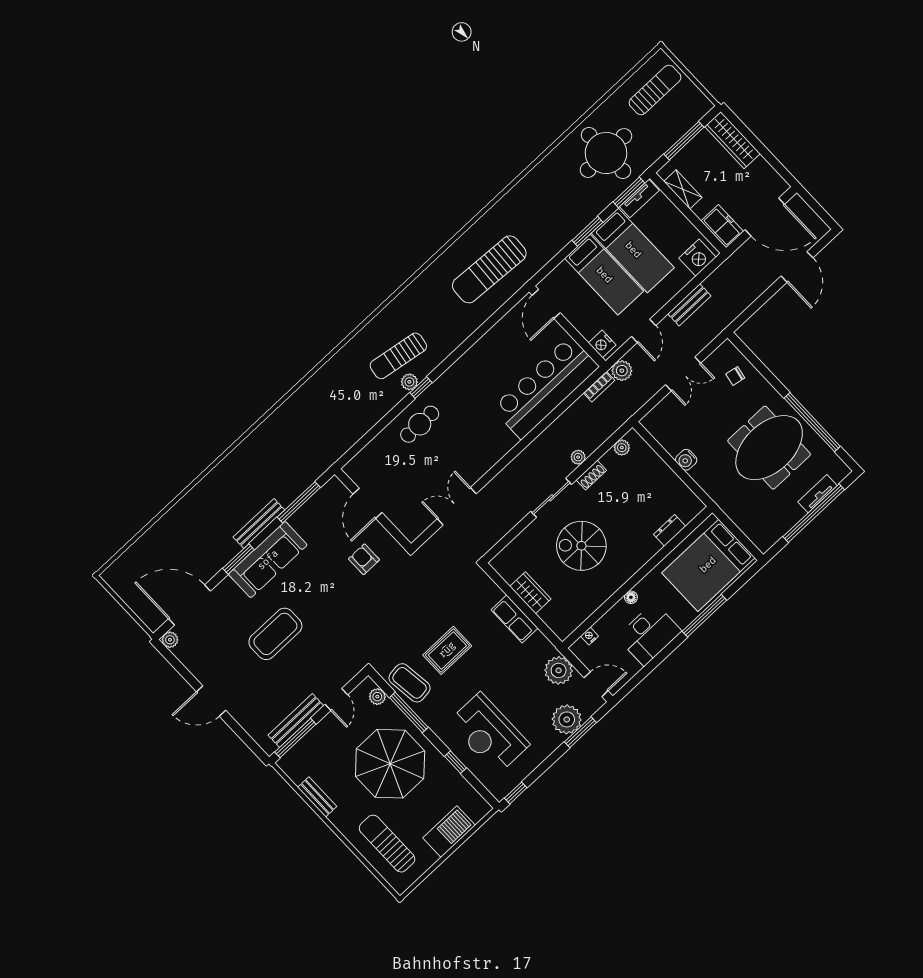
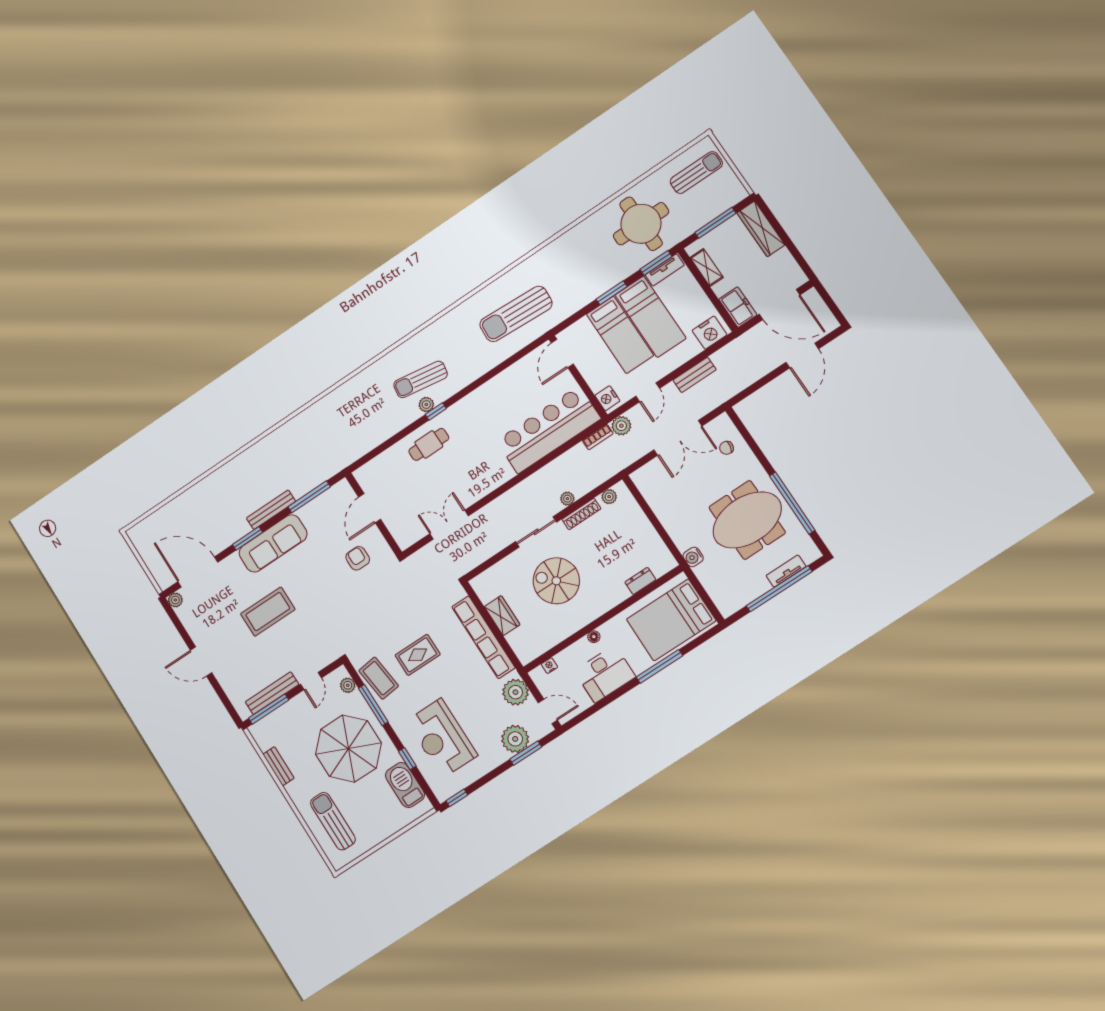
double door: (683, 374) -> (678, 438), width x1.37
water cooler: (686, 460) -> (693, 557), moved
shoe rack: (591, 475) -> (581, 514), width x1.43
row of seats: (514, 619) -> (483, 637), width x2.02
barbecue: (449, 832) -> (405, 785), moved, turned -90

